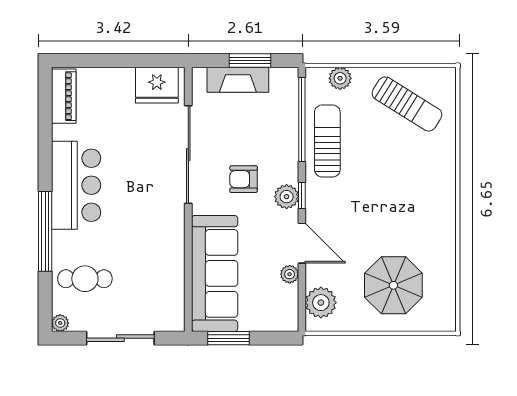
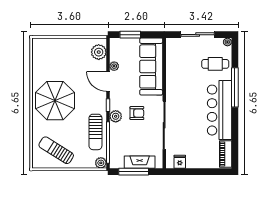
window: (250, 60) -> (134, 172), width x1.44
plant: (340, 78) -> (101, 163), moved
fridge: (157, 85) -> (180, 162), width x0.53, depth x0.75
bar counter: (76, 185) -> (220, 110), width x1.36
plant: (287, 197) -> (116, 116), moved
parasol: (393, 285) -> (55, 101), moved, width x1.36, depth x1.36
window: (228, 338) -> (130, 35), moved

